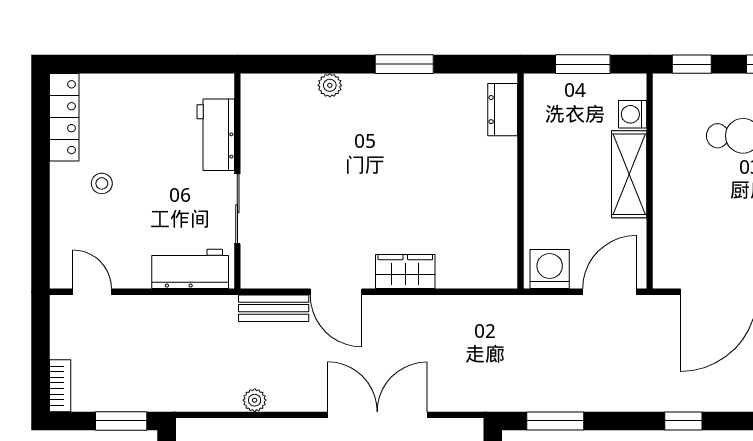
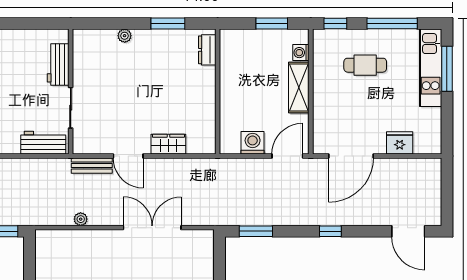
dresser: (503, 110) -> (207, 50), moved
wall: (520, 181) -> (218, 91), moved

